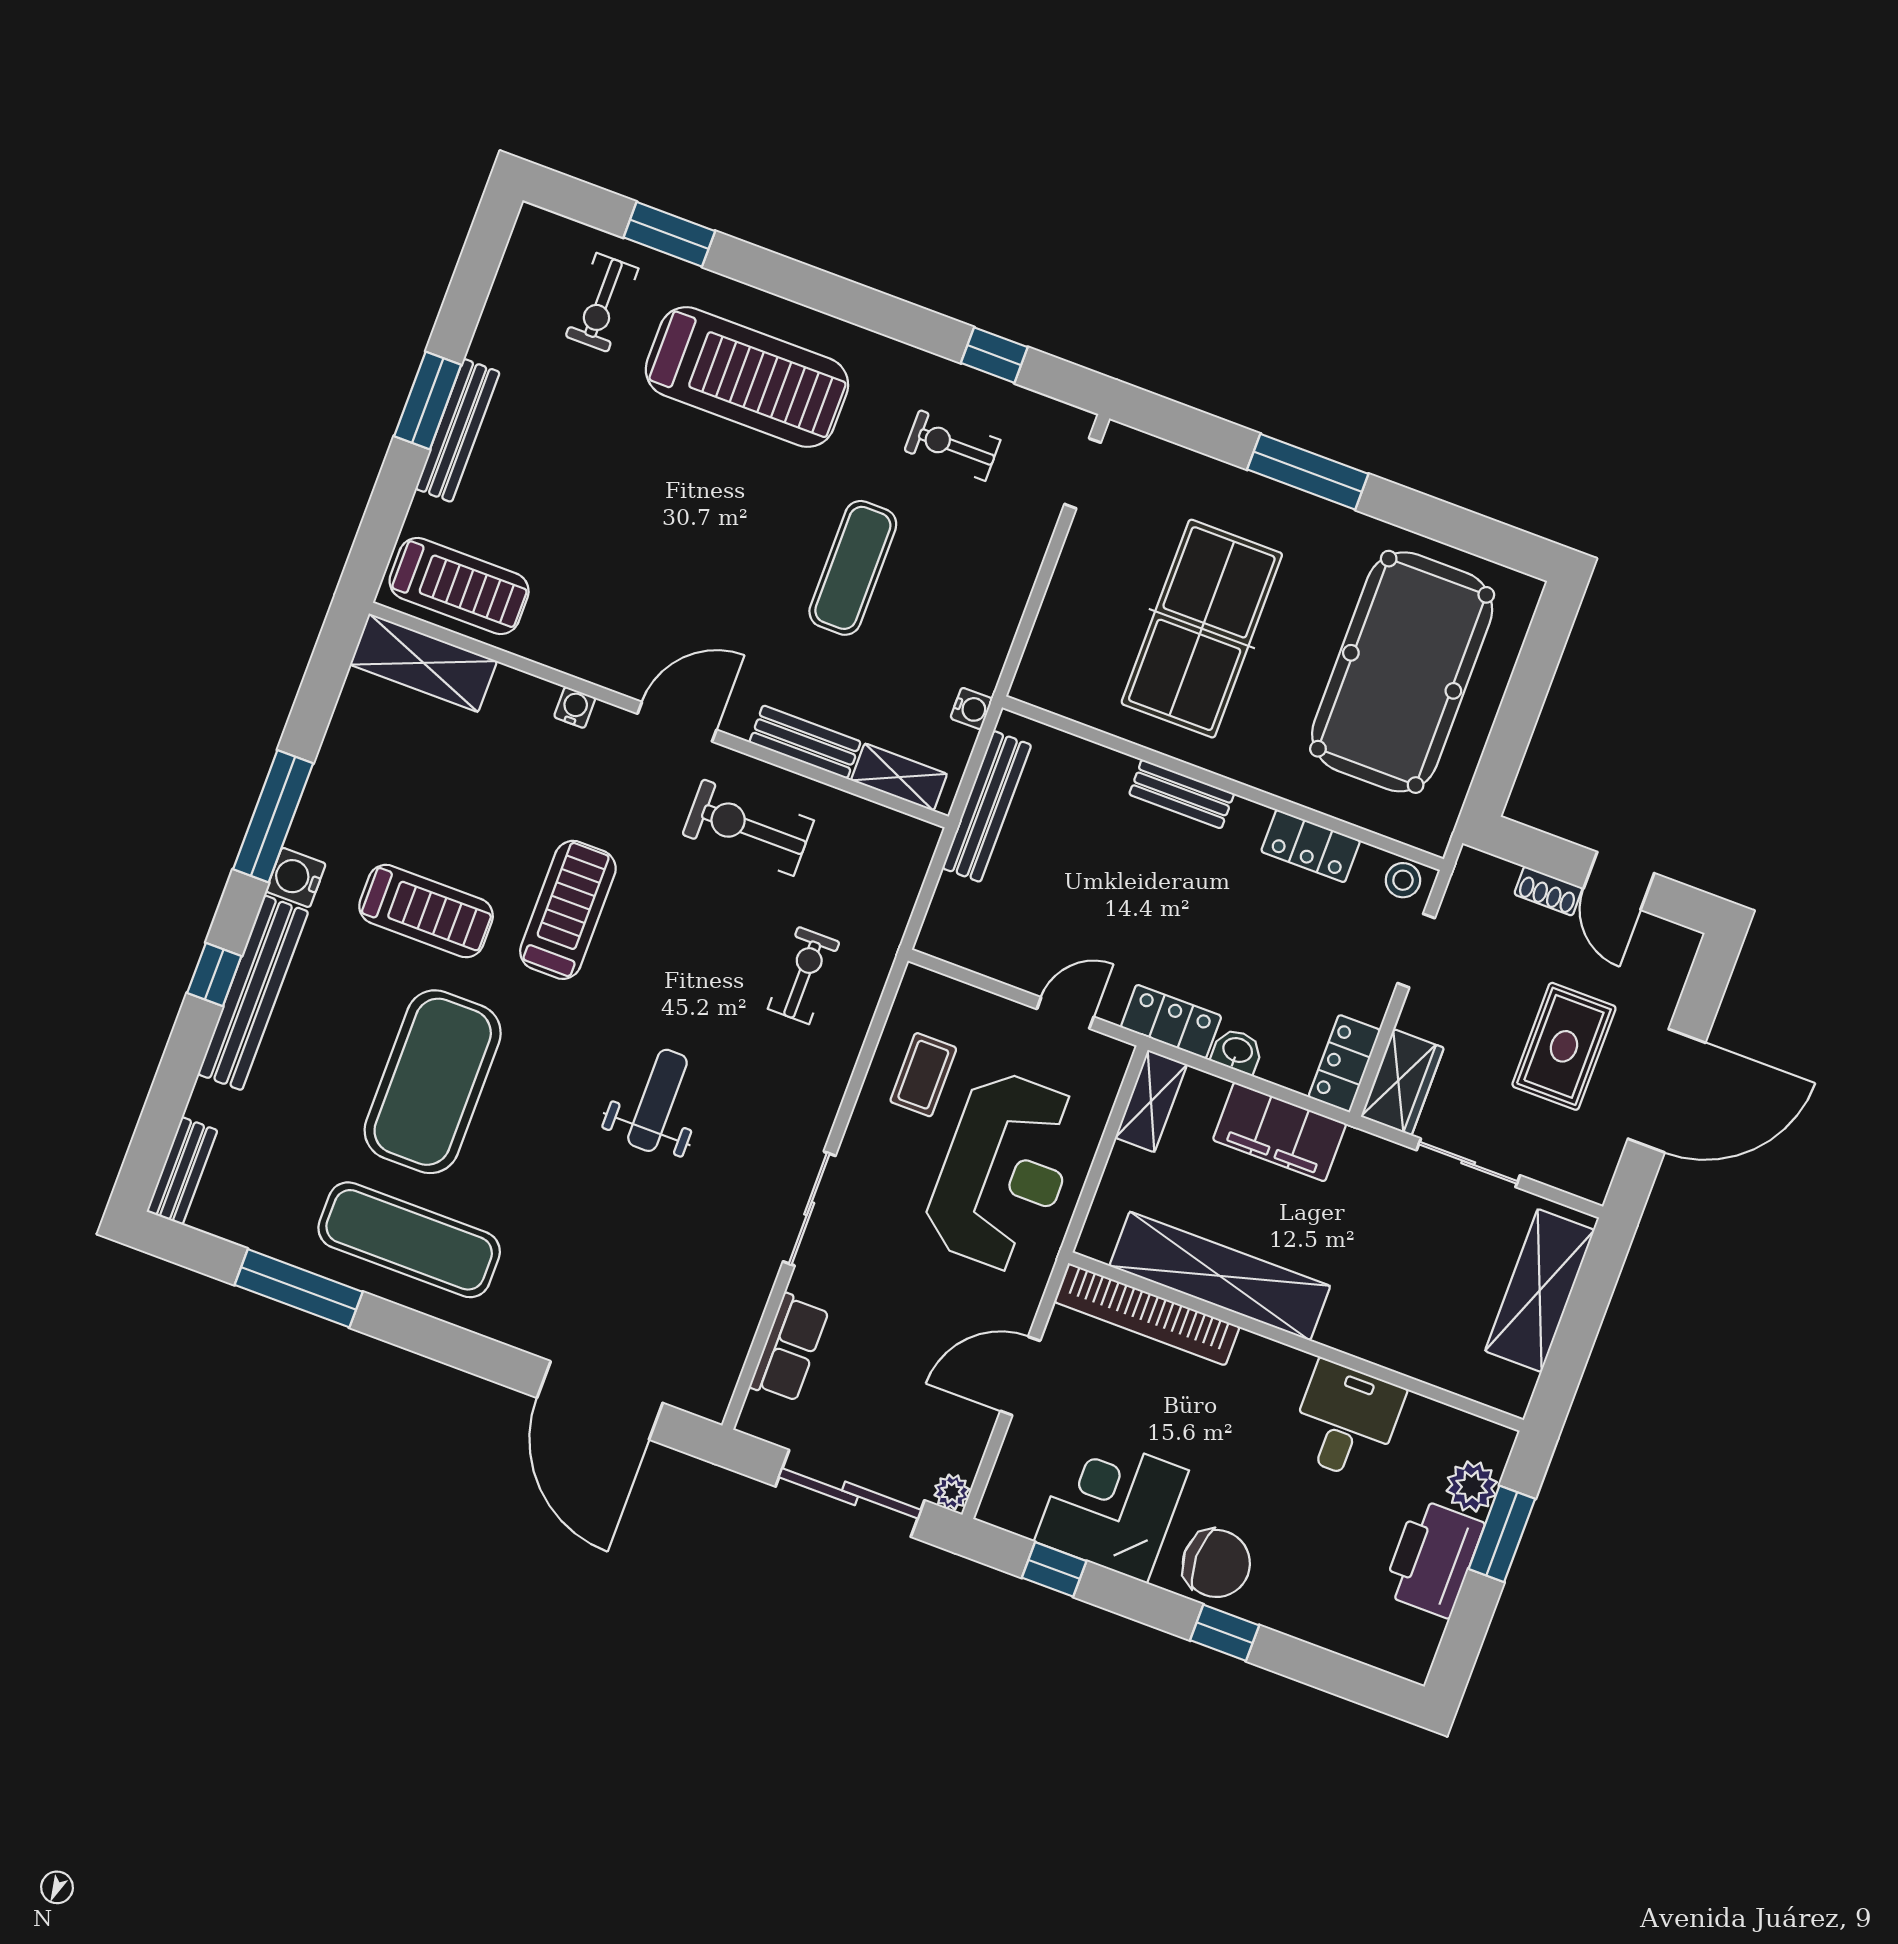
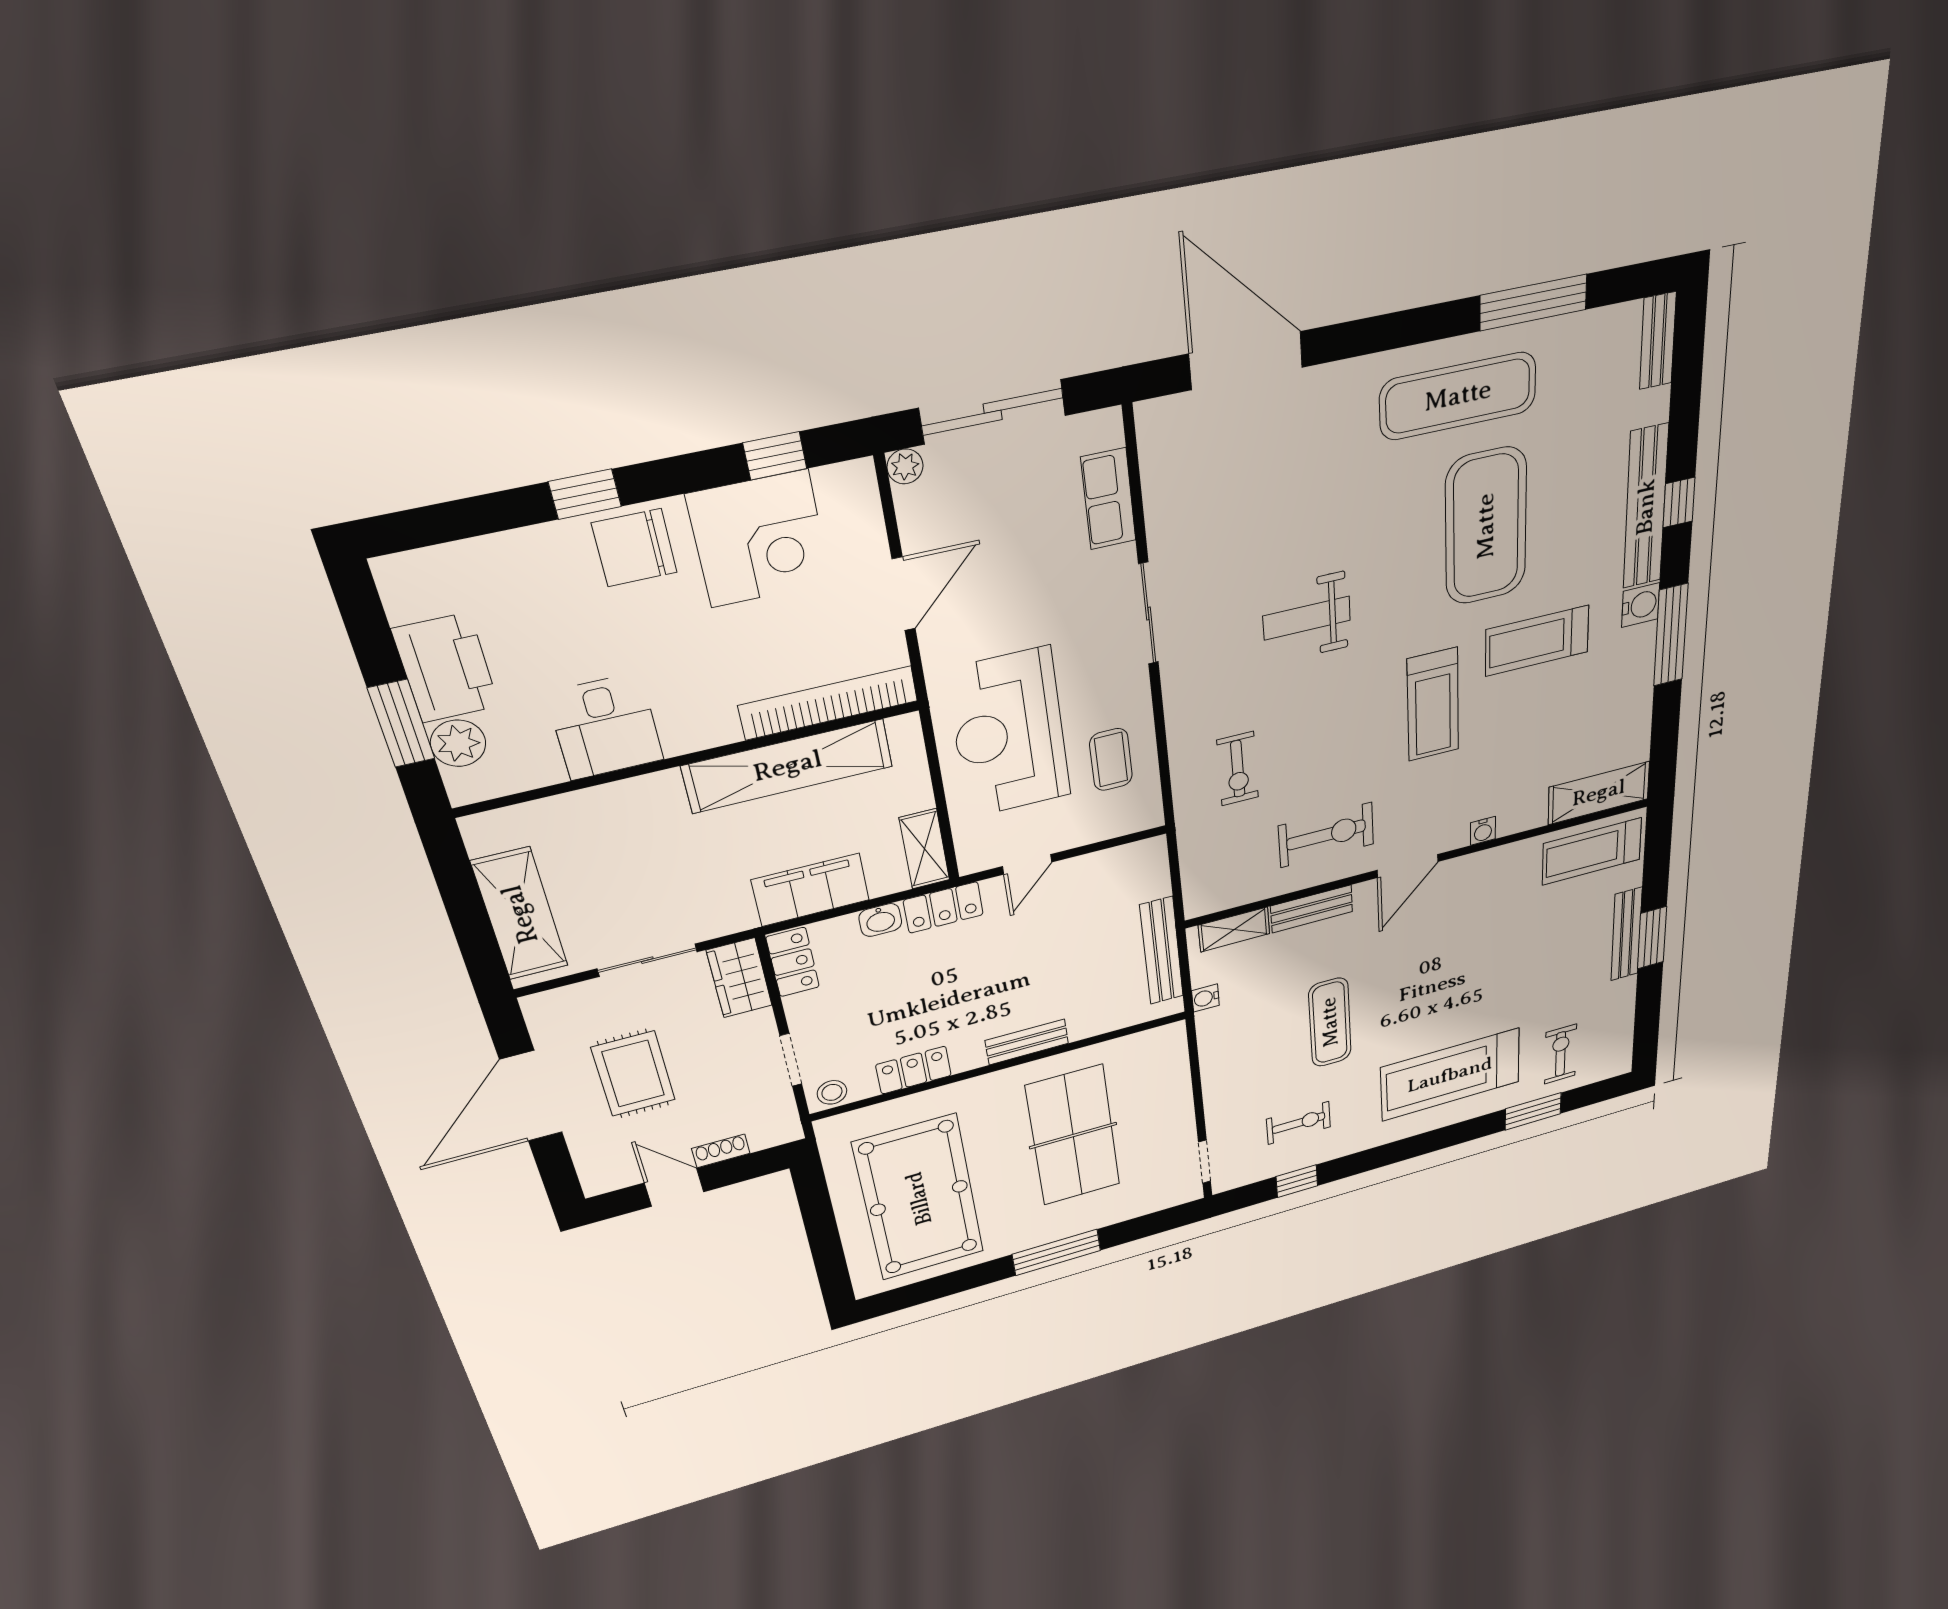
weight bench: (657, 1100) -> (1307, 618), turned 90

